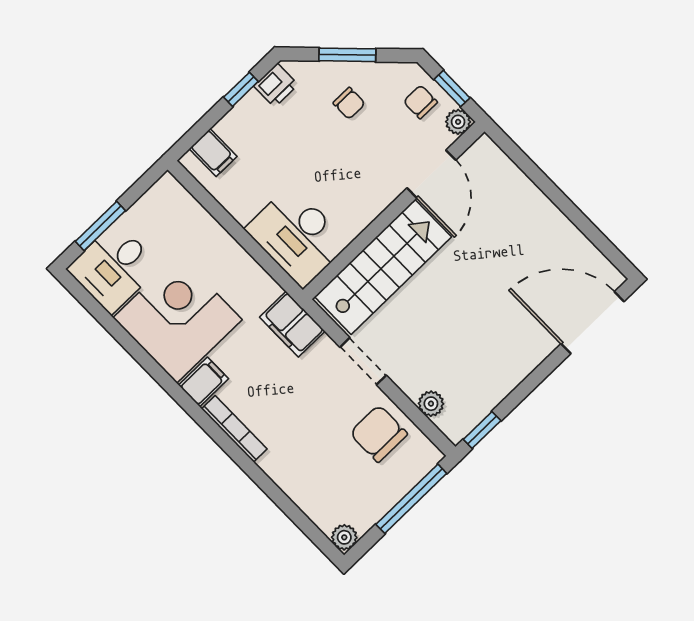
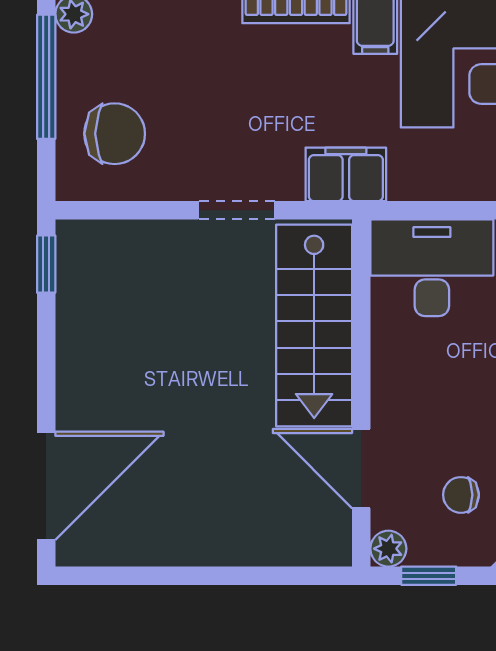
chair: (420, 102) -> (461, 495), moved, turned 180
plant: (431, 404) -> (125, 238), removed
chair: (379, 434) -> (115, 134), moved
window: (411, 499) -> (46, 77), moved

